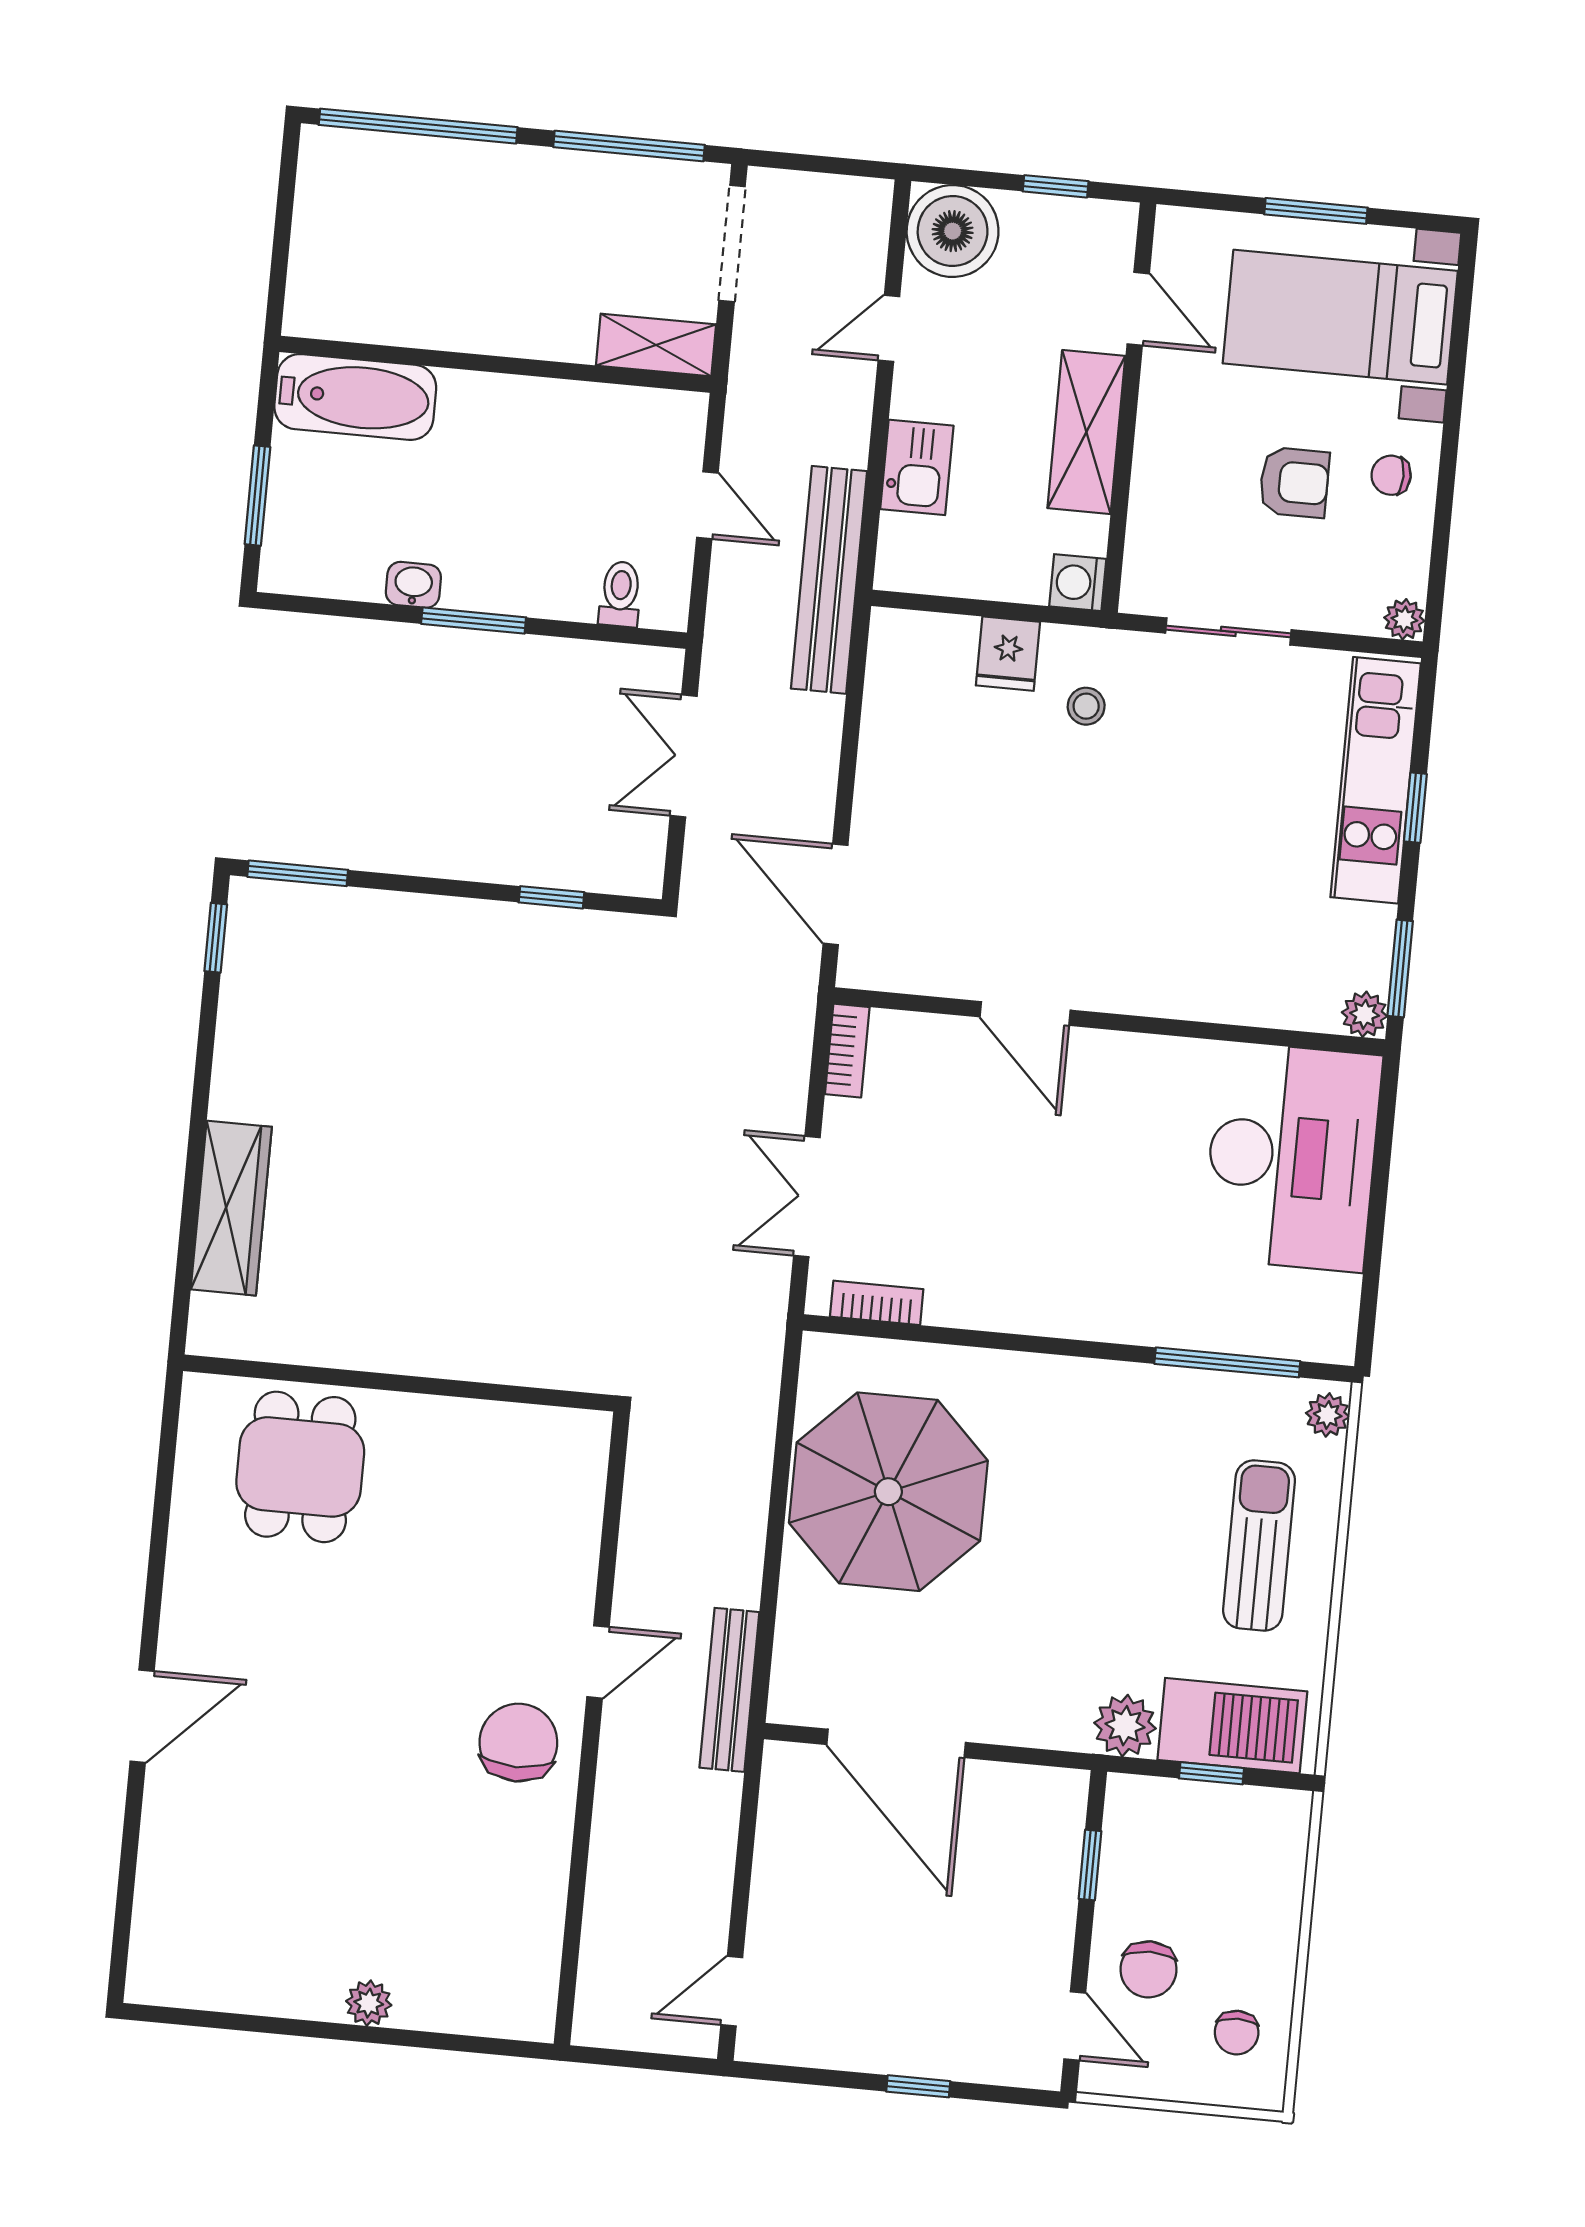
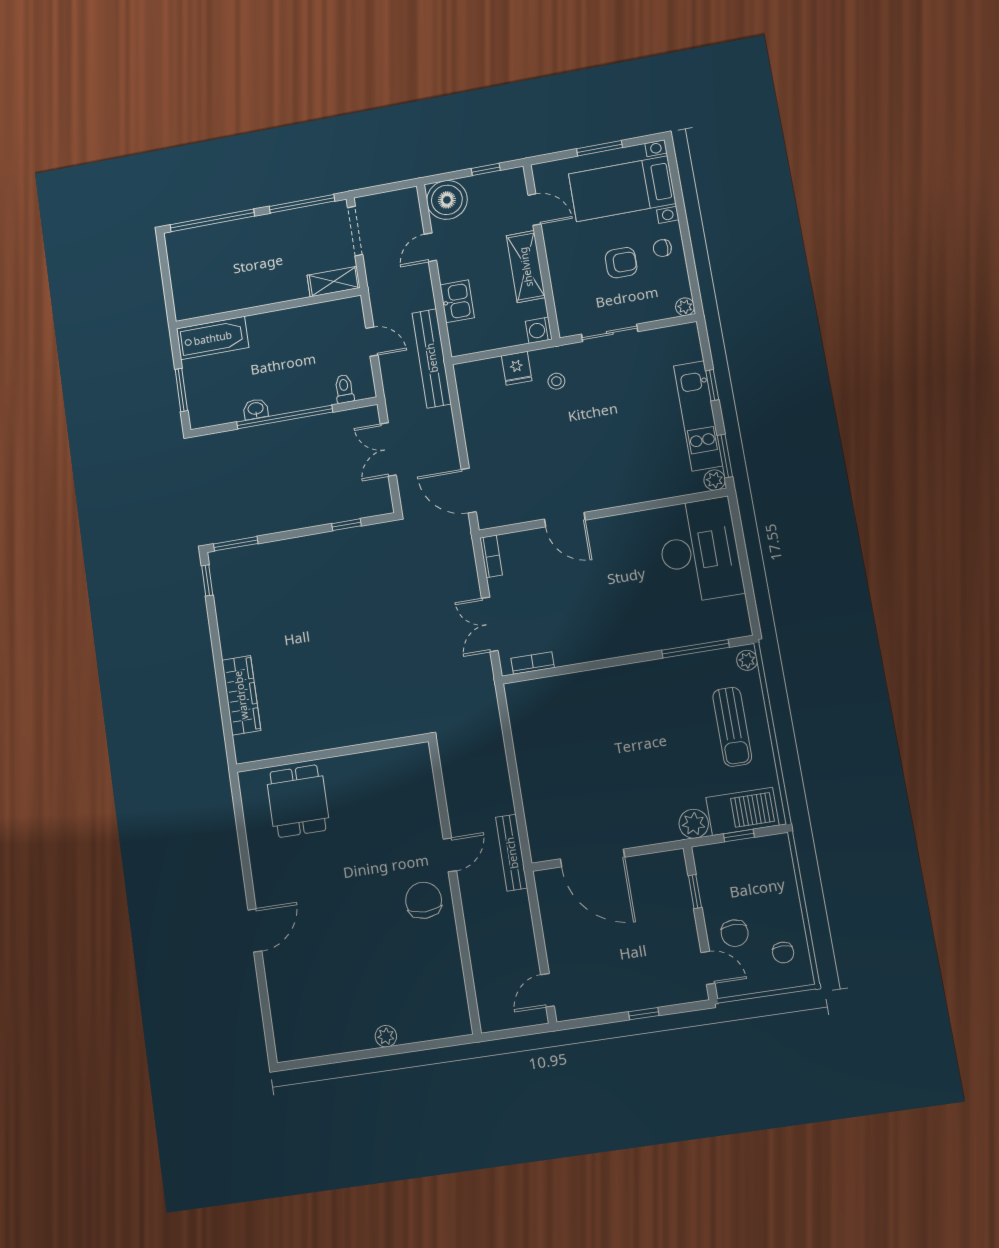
window: (474, 621) -> (285, 417), width x2.11
kitchen unit: (1376, 780) -> (698, 416), moved
parasol: (888, 1492) -> (559, 745), removed
sun lounger: (1259, 1546) -> (732, 727), turned 180

